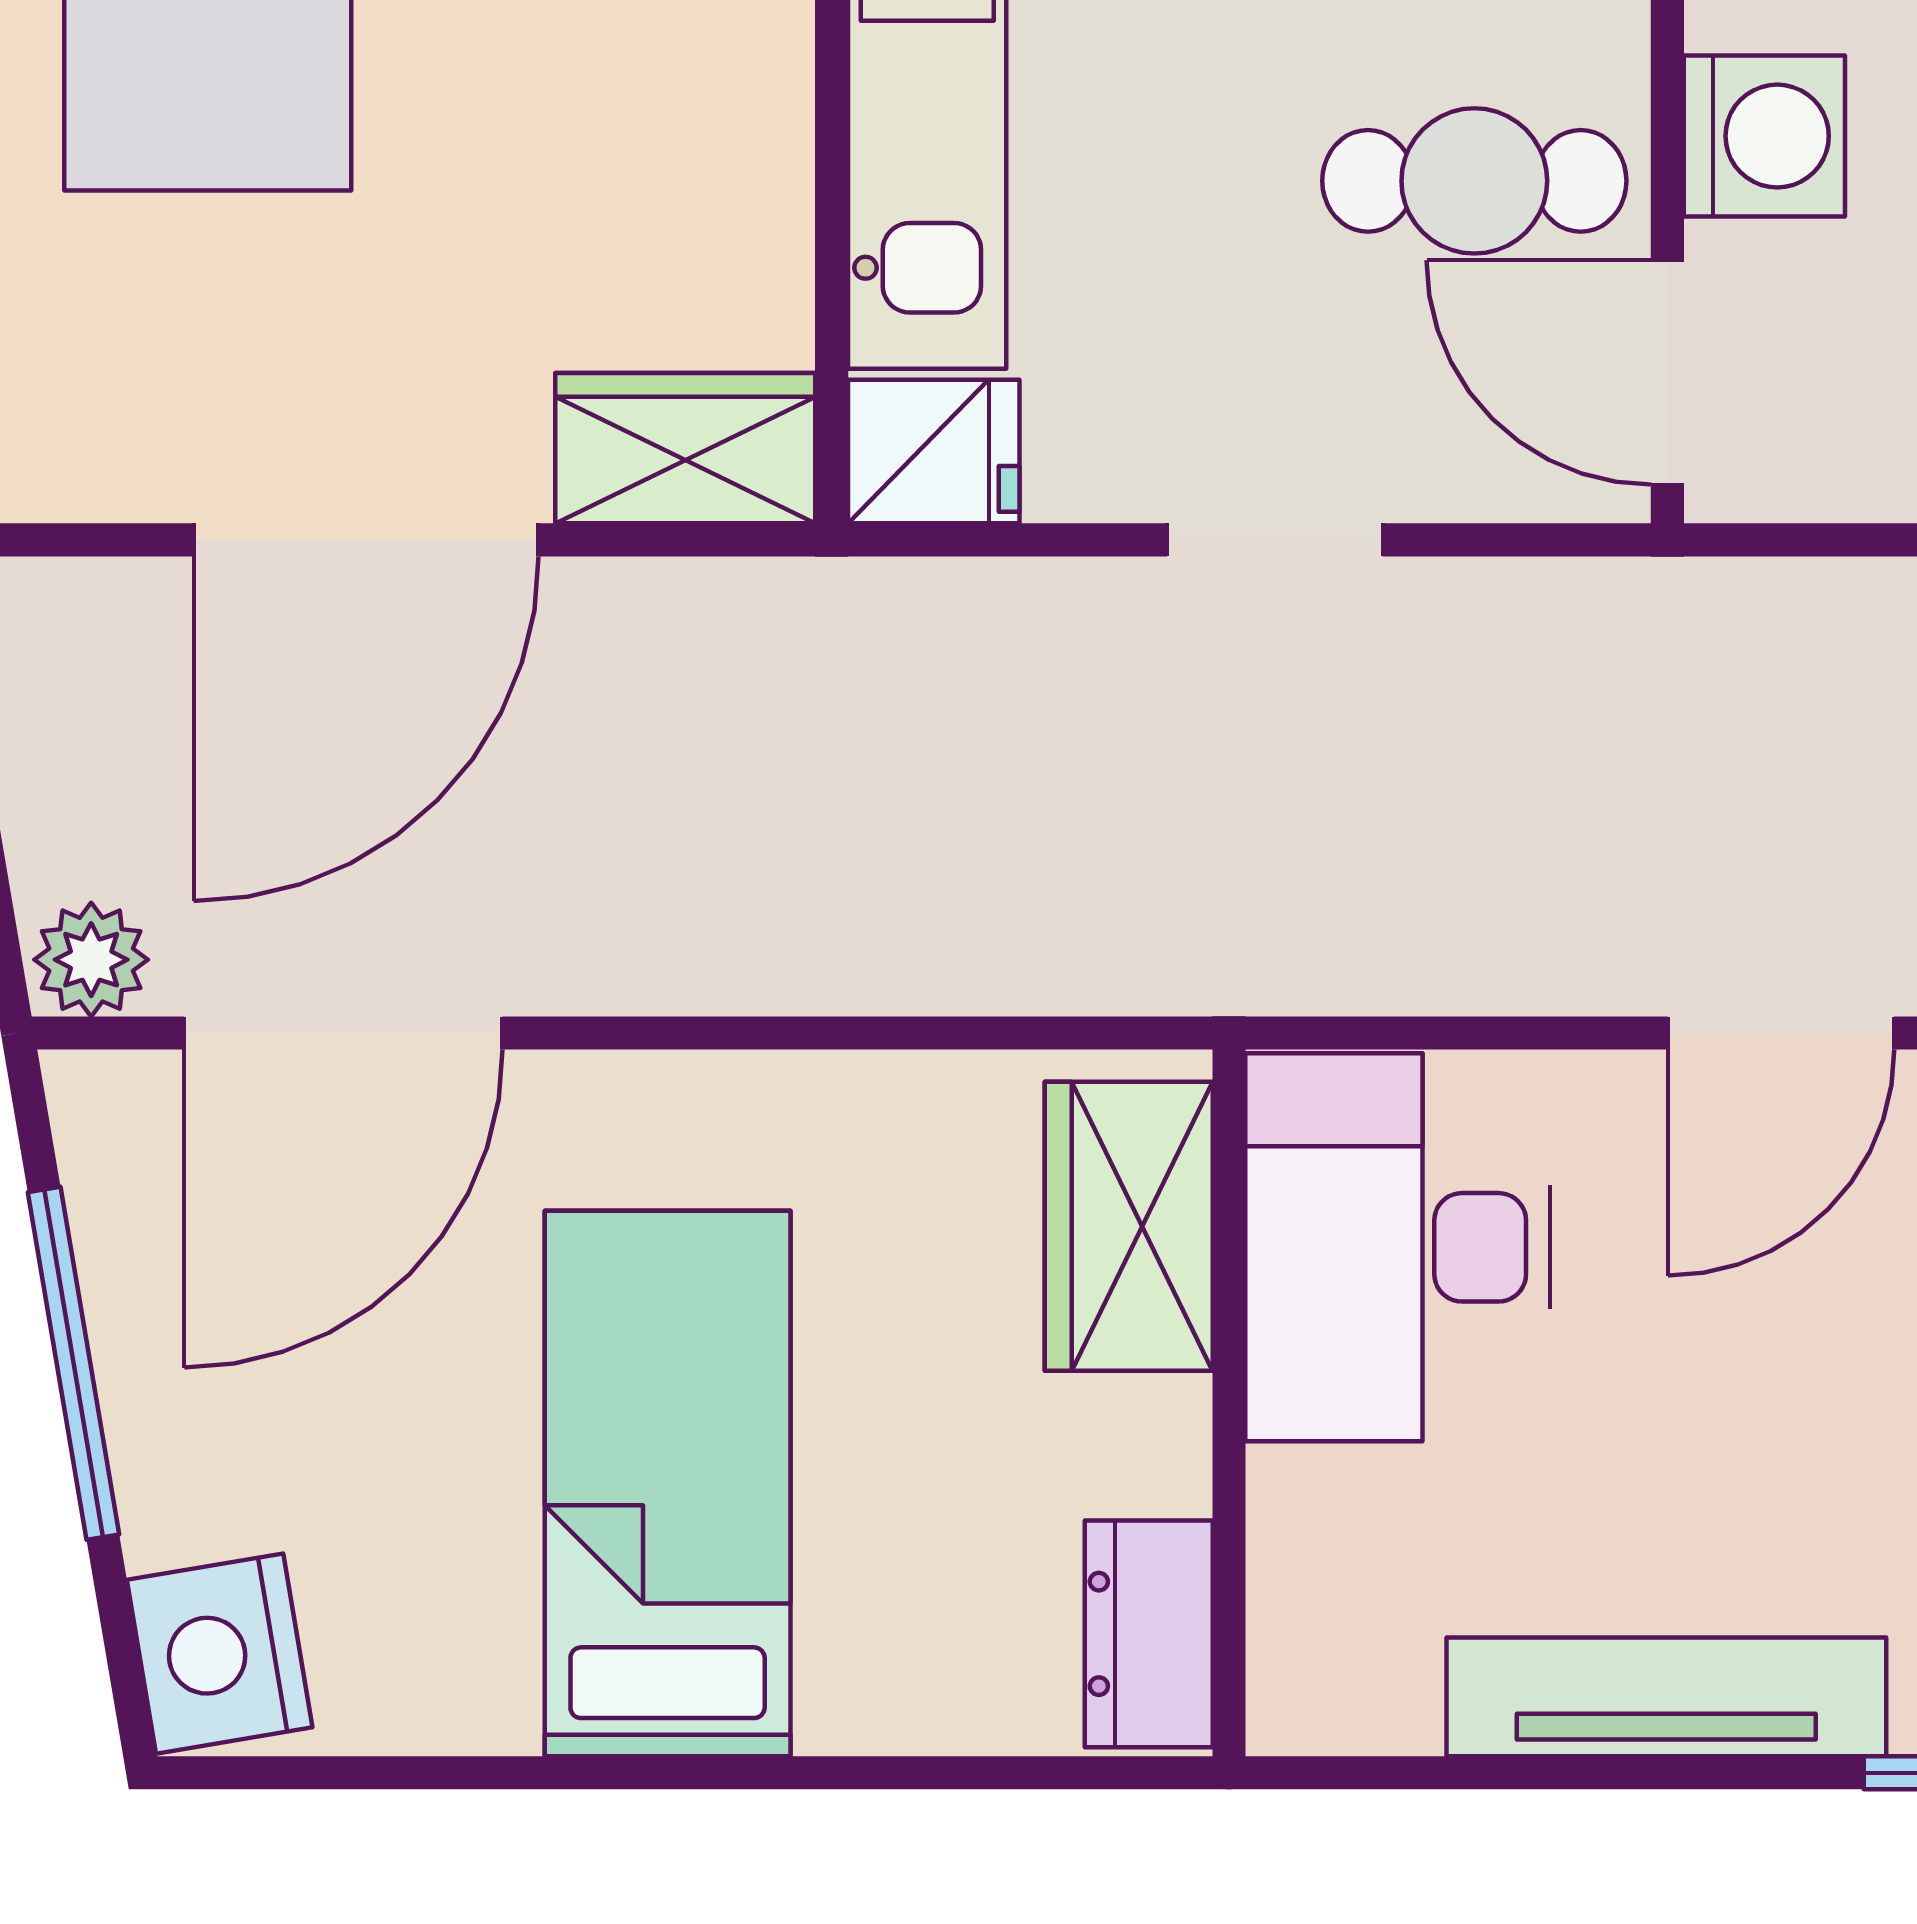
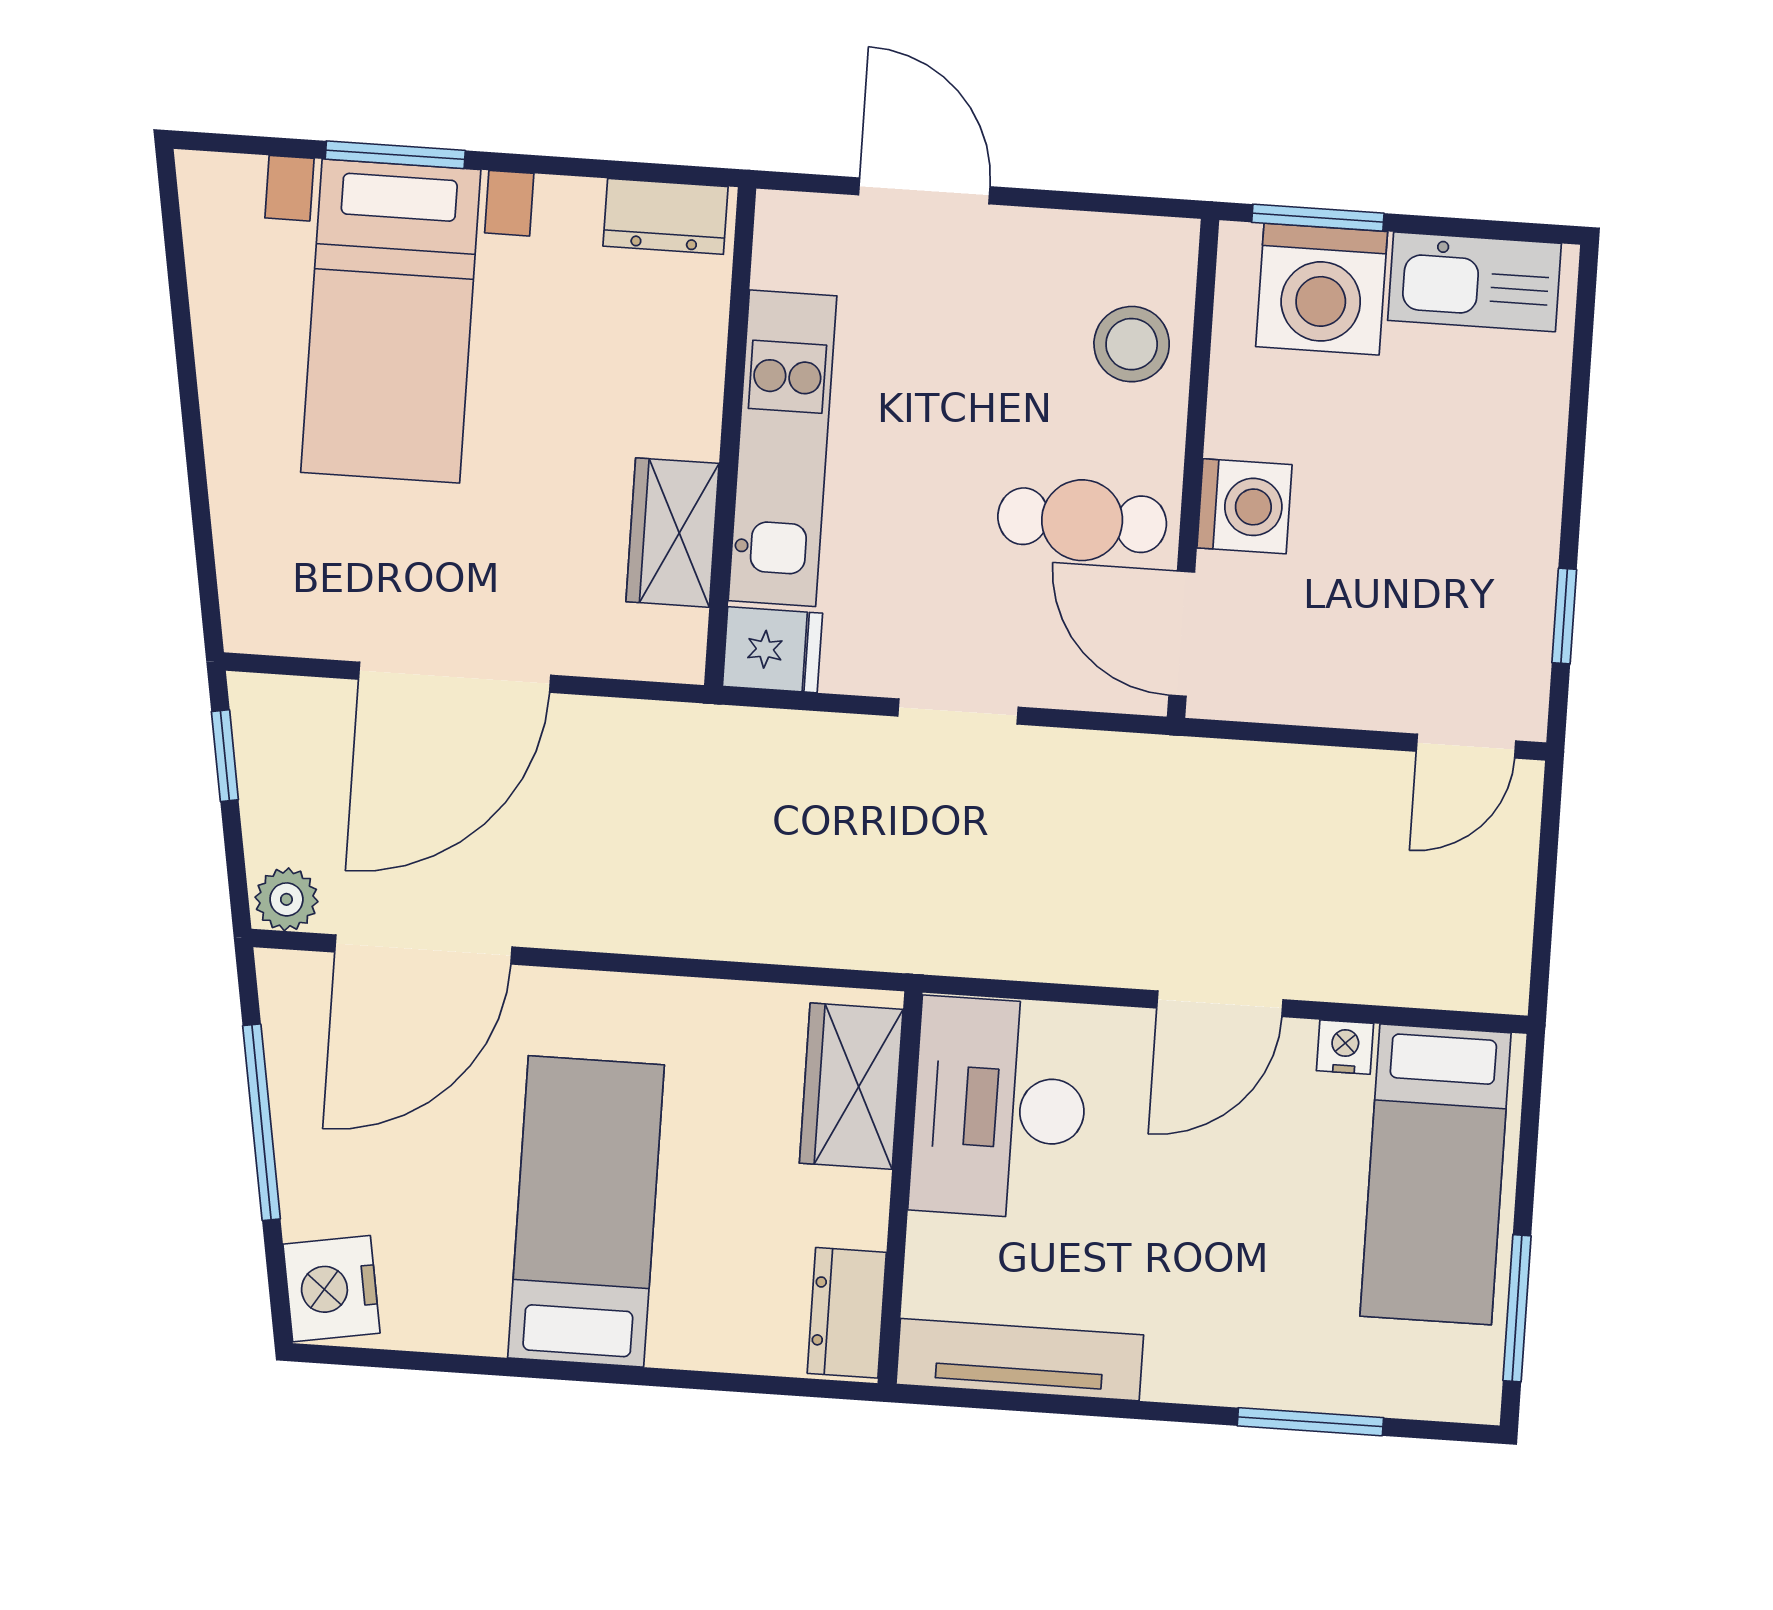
wardrobe: (685, 448) -> (673, 533), moved, turned -90
tv unit: (1666, 1697) -> (1020, 1360), moved

